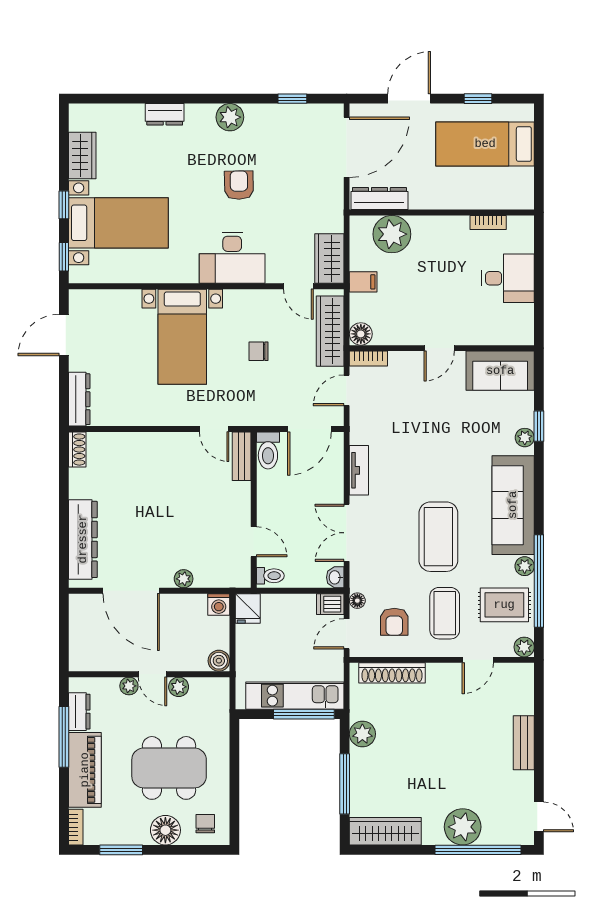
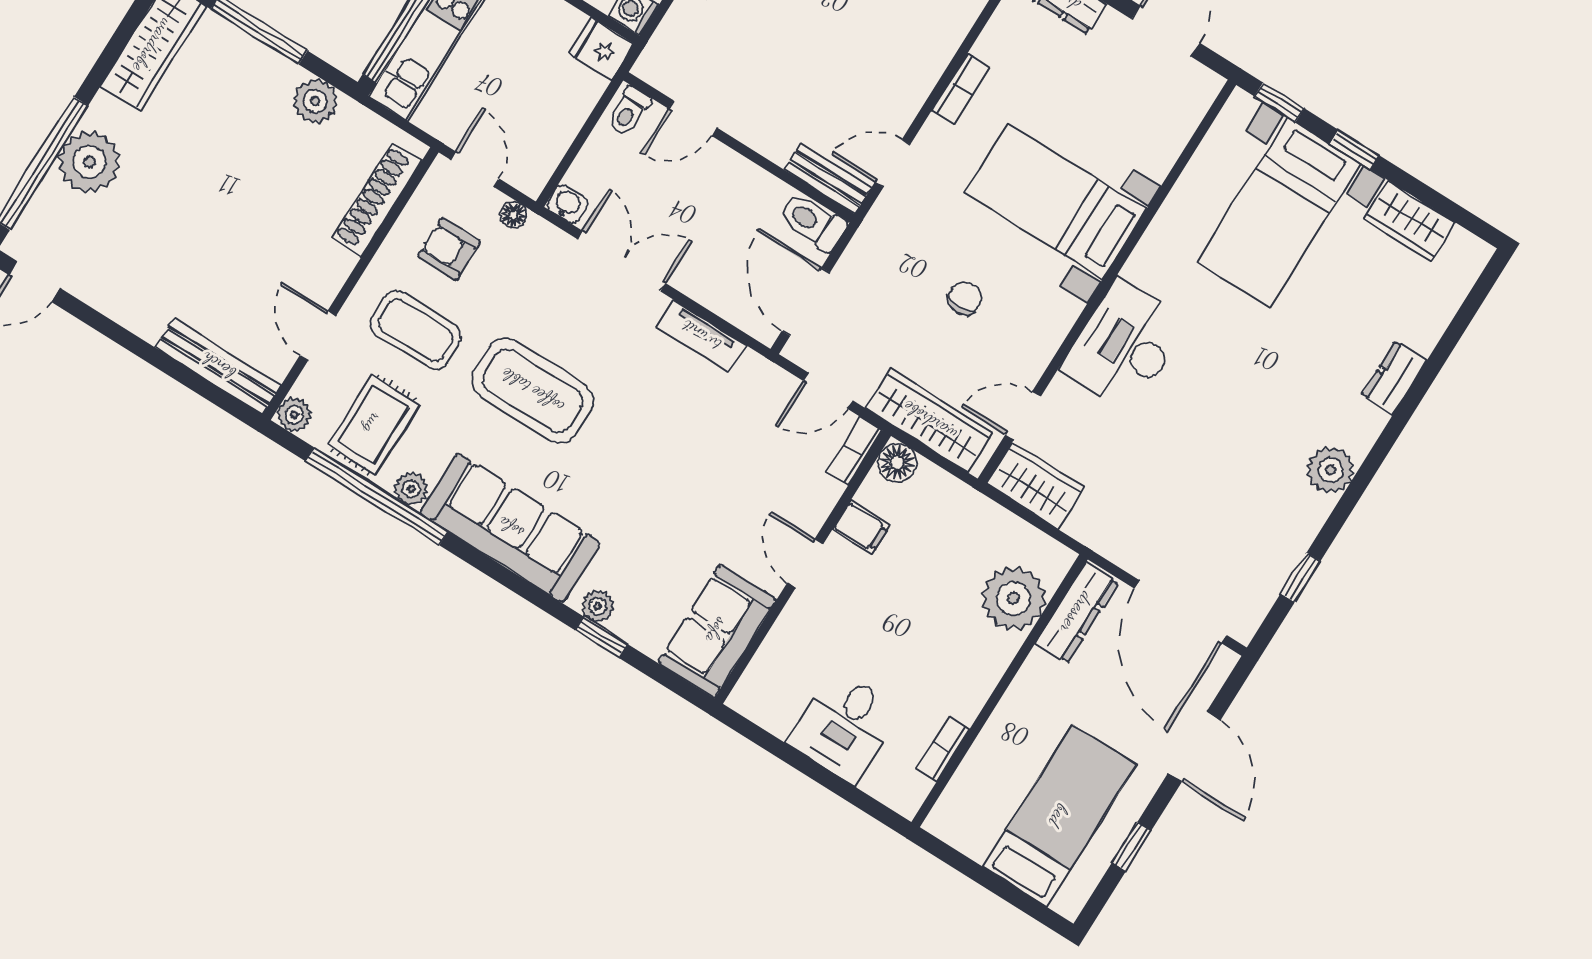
armchair: (239, 185) -> (1224, 421), removed
filing cabinet: (363, 282) -> (861, 528), moved, turned -90
door: (347, 390) -> (828, 391), swing flipped
bookcase: (156, 418) -> (961, 89), added
dishwasher: (330, 604) -> (533, 172), removed
bench: (524, 743) -> (218, 366), moved, width x1.36

